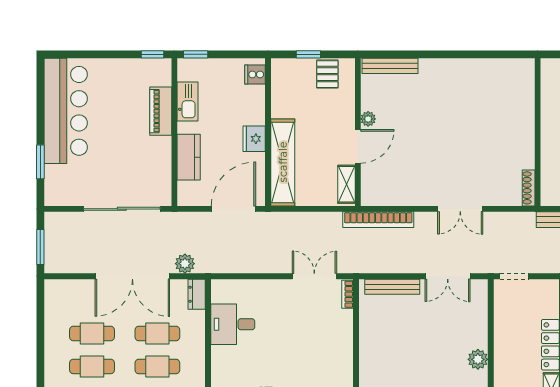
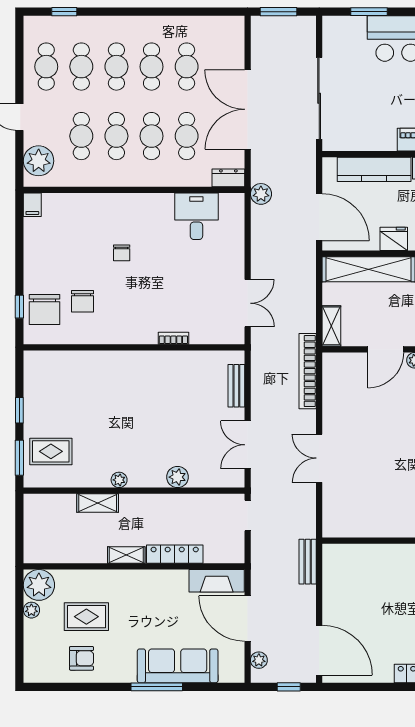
door: (358, 146) -> (386, 349), hinge flipped
kitchen counter: (189, 157) -> (374, 169), width x1.50
shelving: (346, 184) -> (331, 326), moved, turned 90
shoe rack: (529, 188) -> (341, 531), removed
plant: (185, 264) -> (261, 194), moved
bench: (392, 287) -> (236, 386), width x0.73
bookcase: (347, 294) -> (173, 338), moved
plant: (478, 359) -> (177, 477), moved

